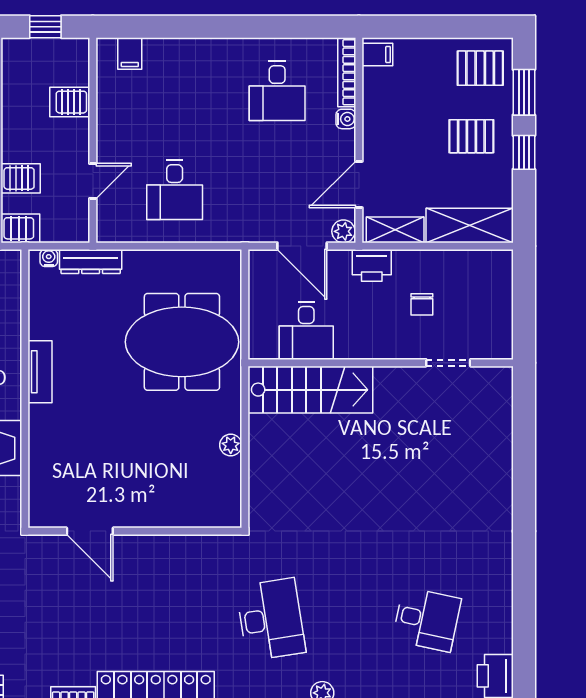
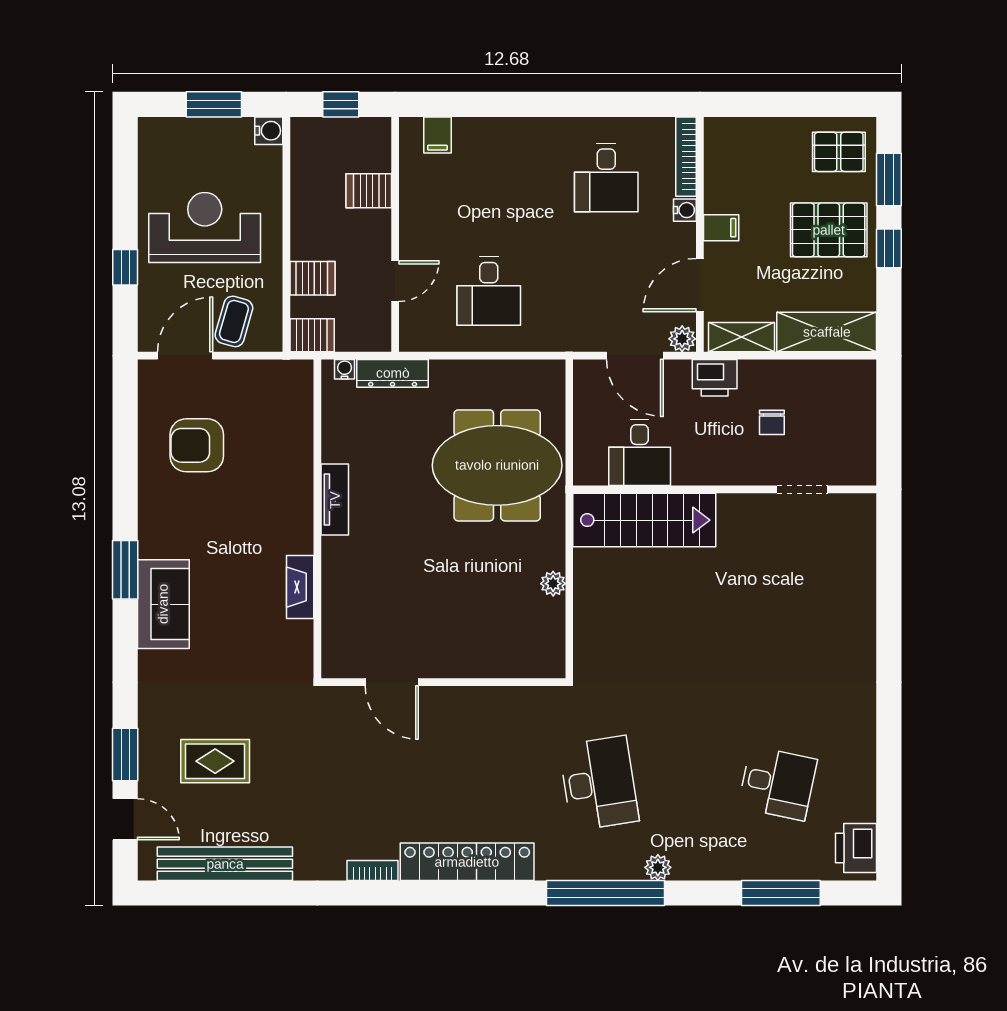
filing cabinet: (377, 55) -> (721, 228), moved
pallet: (471, 136) -> (829, 230), width x1.50, depth x1.42

